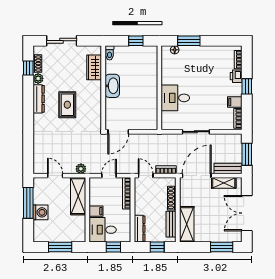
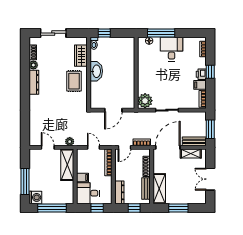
window: (136, 41) -> (104, 33), moved
window: (189, 41) -> (161, 33), width x1.44
window: (28, 68) -> (25, 56), removed
printer: (236, 76) -> (201, 74), moved
desk: (175, 98) -> (172, 49), moved, turned 90
rug: (67, 105) -> (74, 81), moved
plant: (170, 121) -> (145, 101), added
door: (118, 132) -> (113, 110), moved
door: (109, 176) -> (93, 147), hinge flipped
door: (146, 176) -> (124, 147), swing flipped
window: (28, 203) -> (25, 181), moved
washing machine: (40, 212) -> (35, 197), moved
double door: (247, 213) -> (210, 179), width x0.73
window: (60, 247) -> (52, 208), width x1.44
window: (222, 247) -> (178, 208), moved

